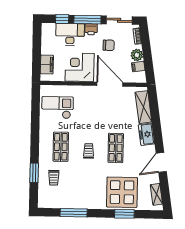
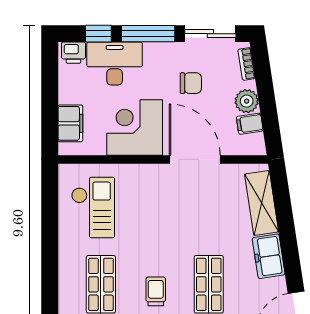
printer: (91, 29) -> (73, 53), moved
checkout: (58, 108) -> (93, 207), turned 90

